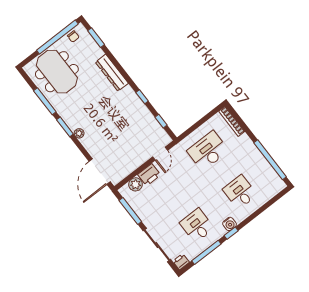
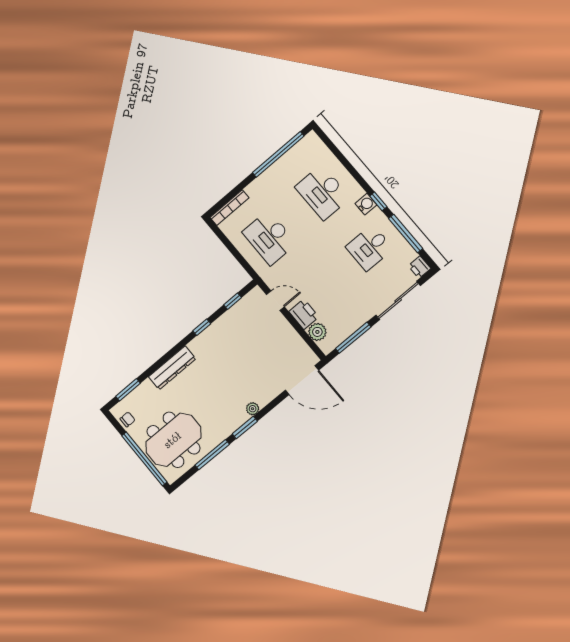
window: (57, 37) -> (144, 459), moved
desk: (240, 192) -> (323, 192), width x1.37

